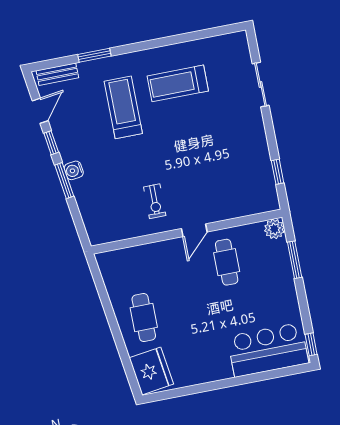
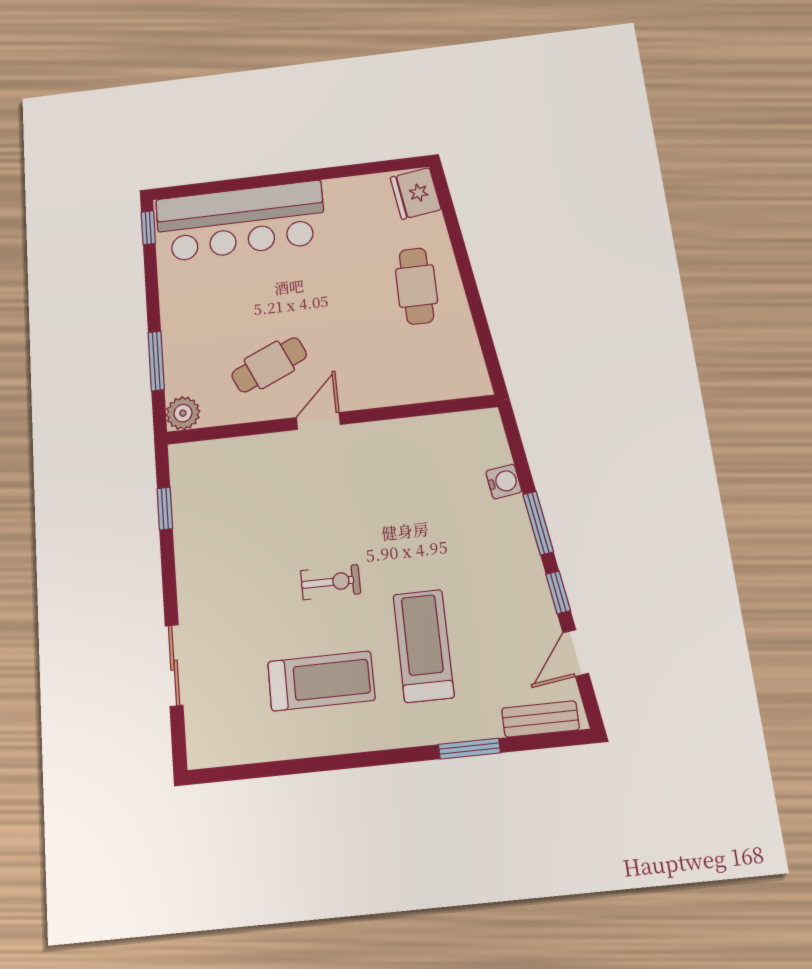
treadmill: (123, 107) -> (423, 646), turned 180
water cooler: (74, 170) -> (504, 481), moved
exercise bike: (155, 201) -> (331, 582), moved, turned 90
cafe table: (227, 262) -> (269, 365), turned 66
bar counter: (268, 350) -> (241, 221), width x1.36
fridge: (151, 371) -> (416, 193), width x0.73, depth x0.75

